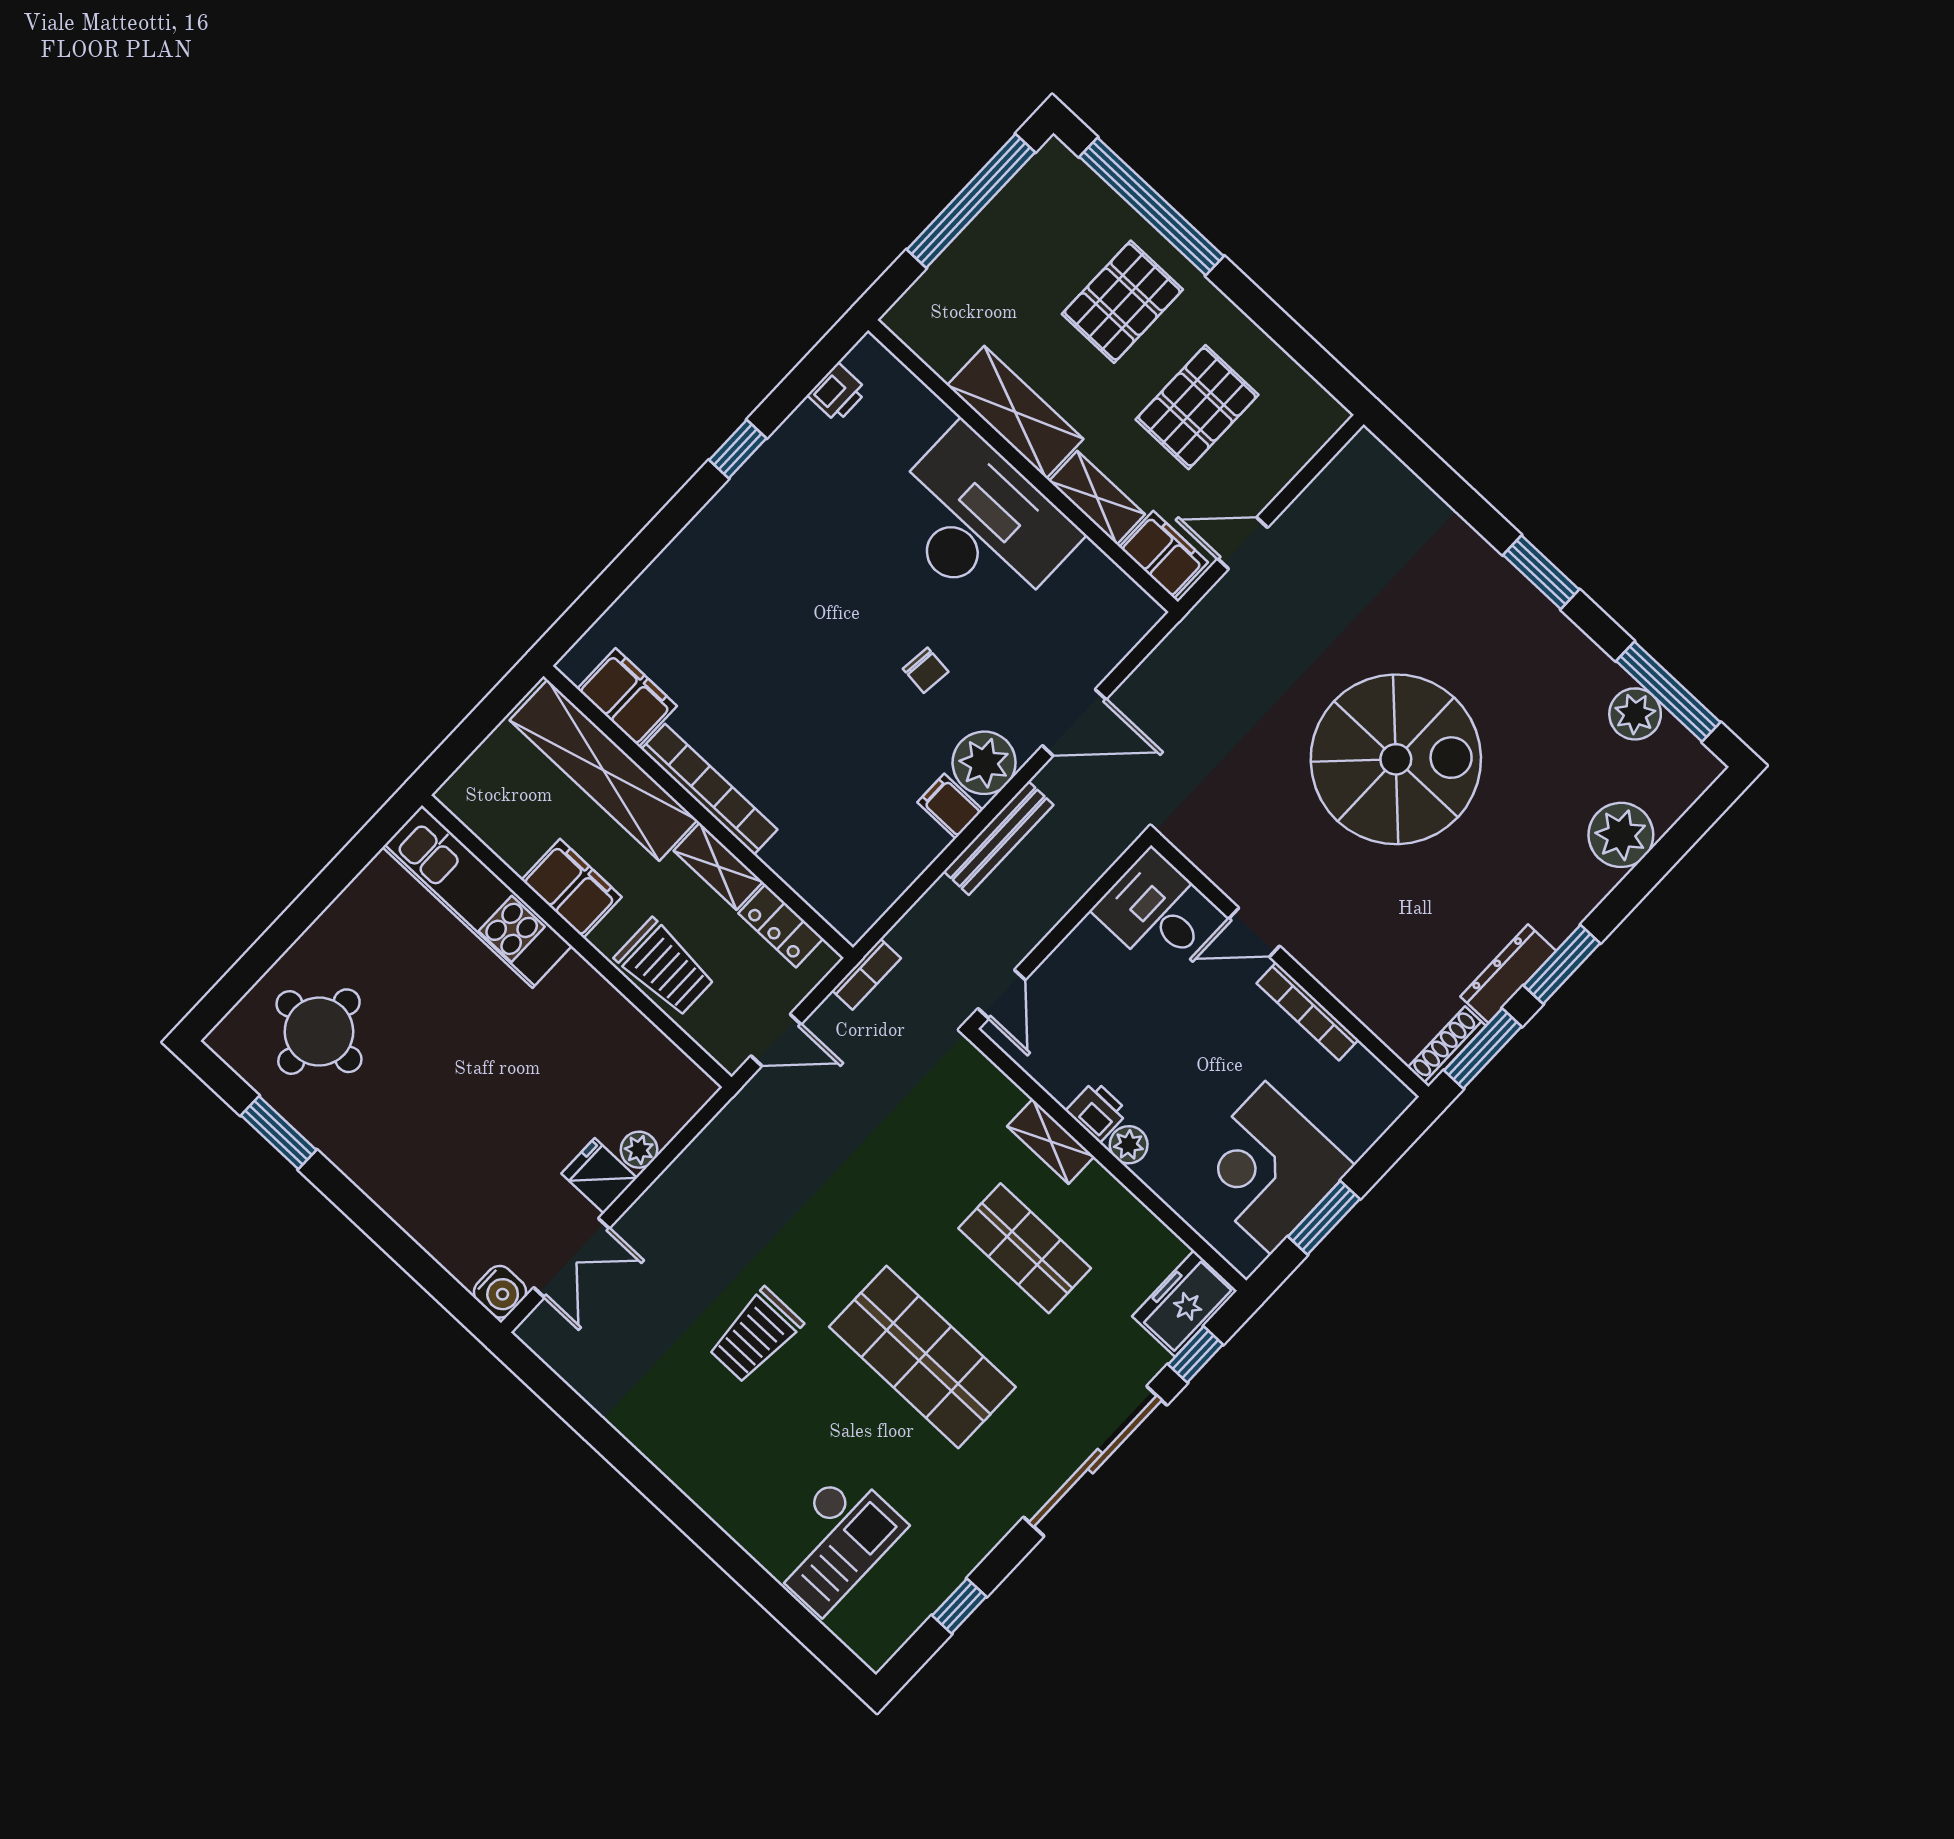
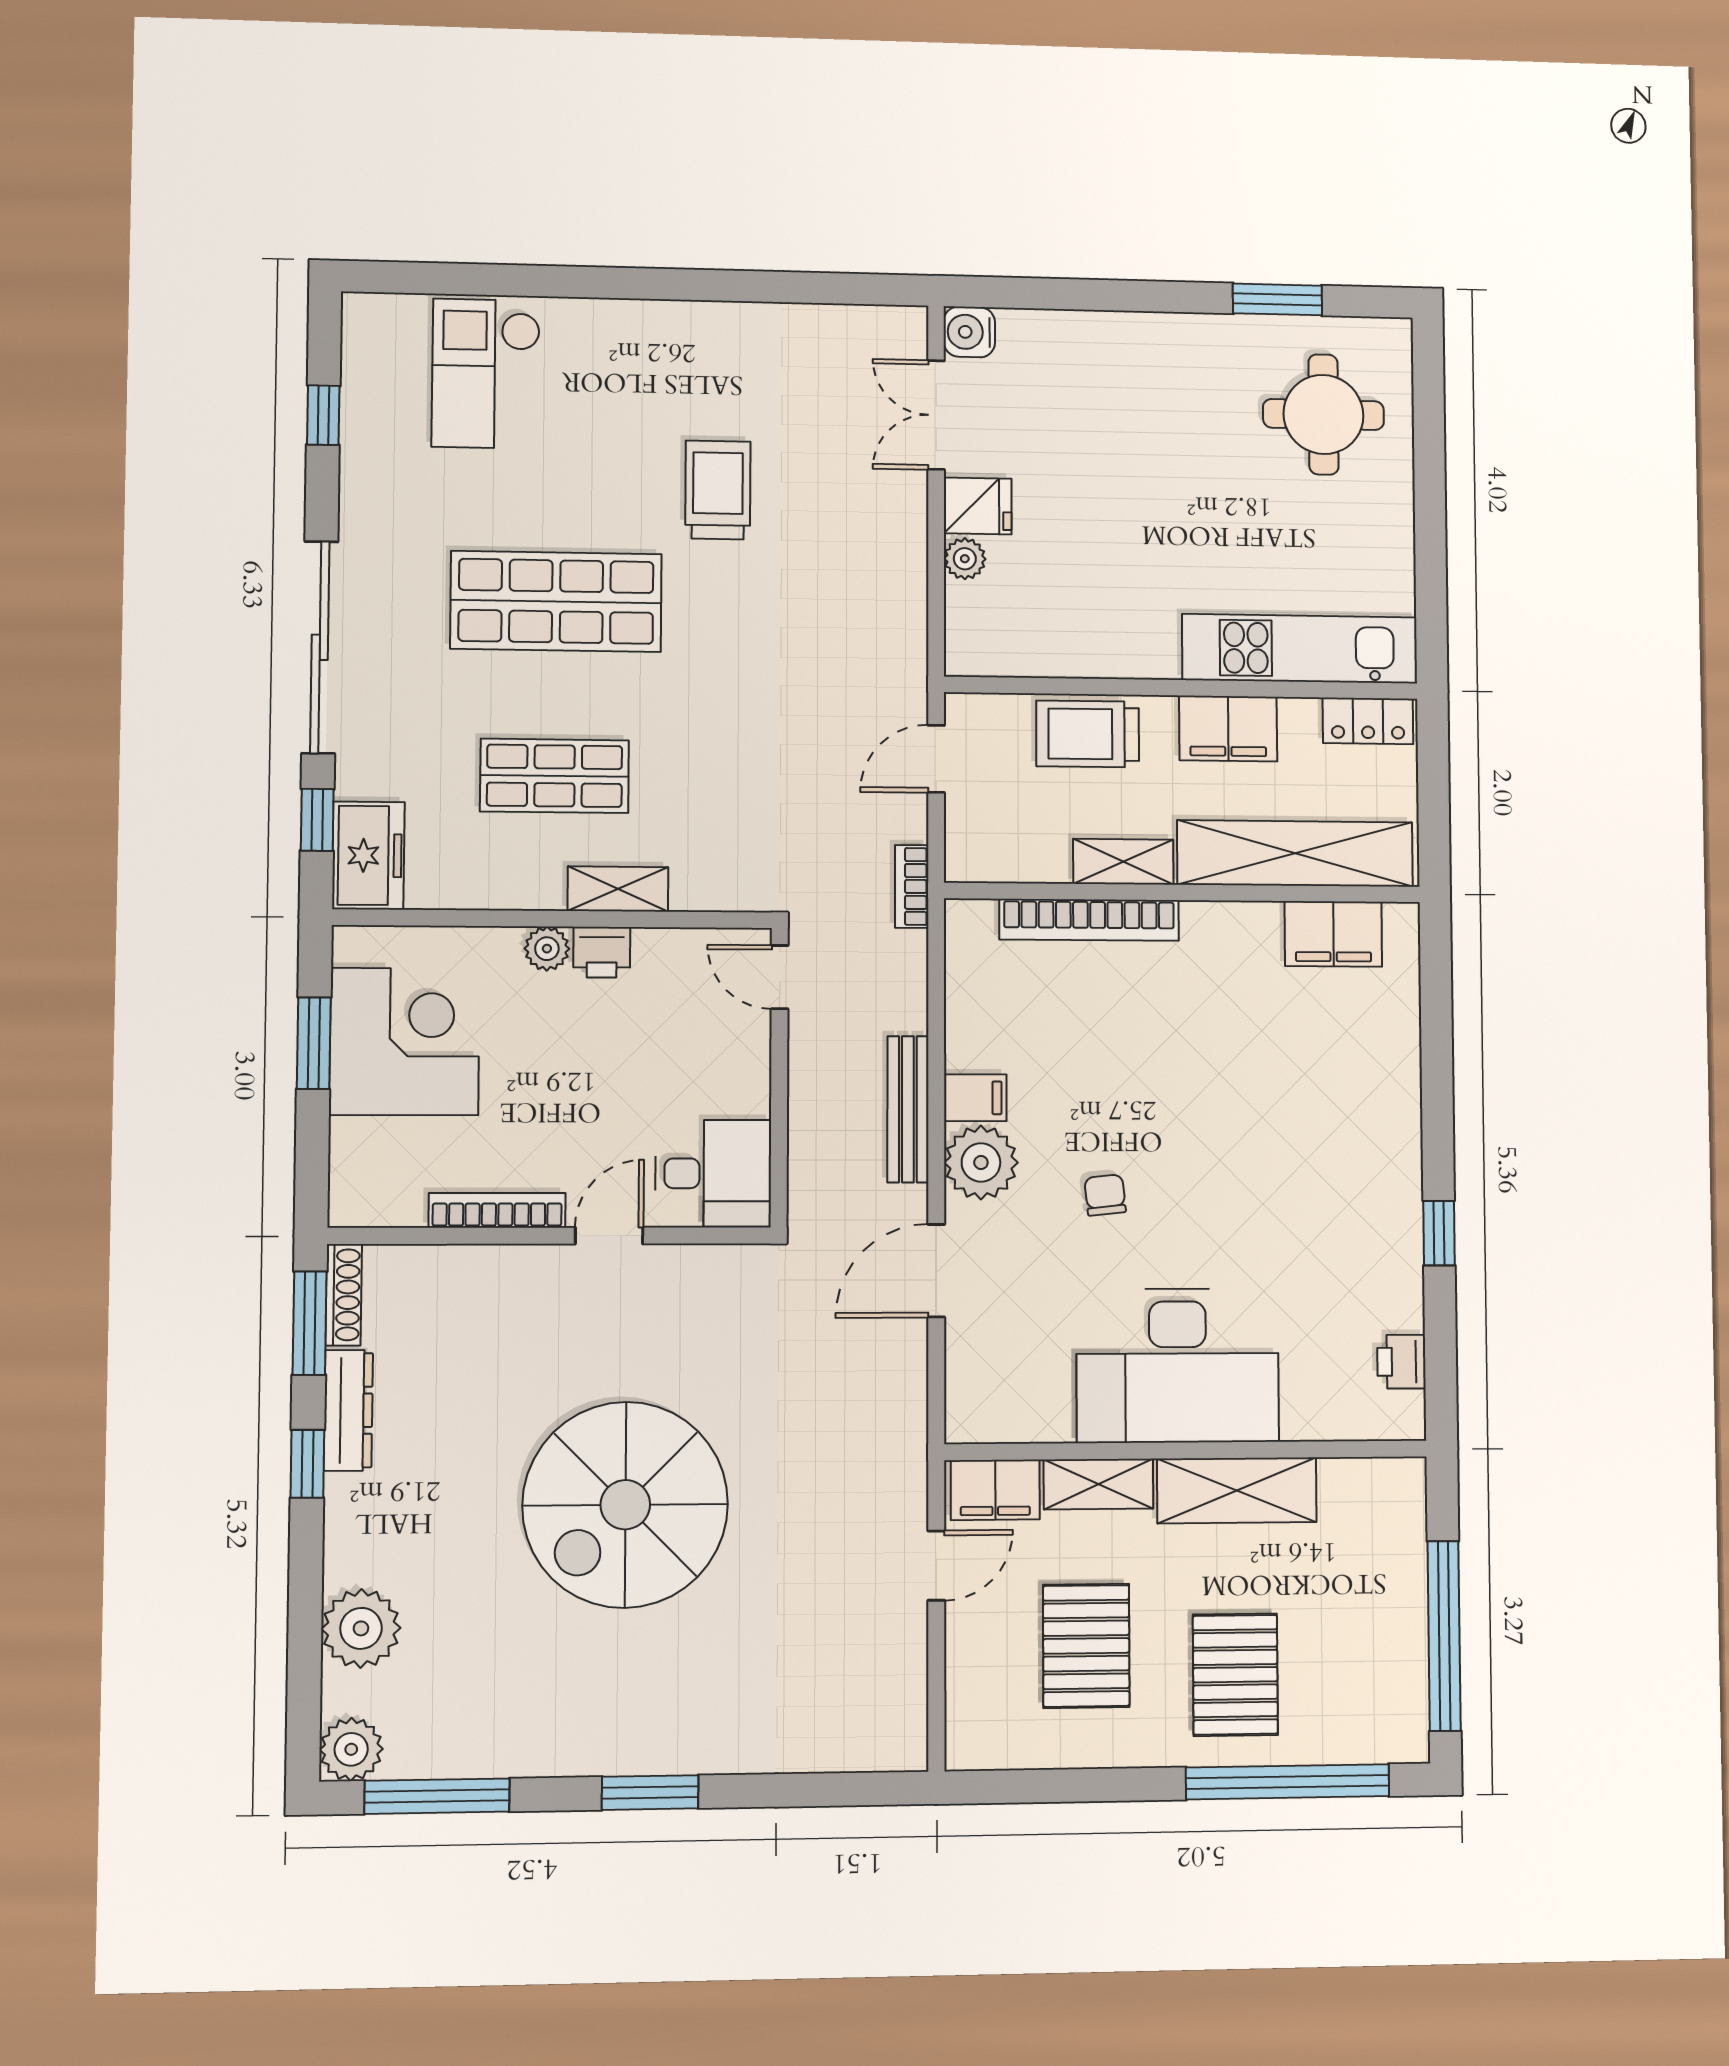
chair: (926, 670) -> (1105, 1195), turned 78
plant: (1635, 714) -> (351, 1749), moved
bookcase: (709, 789) -> (1089, 920), moved
locker: (781, 926) -> (1368, 721), moved, turned 180
window: (1562, 964) -> (307, 1464), width x0.67

